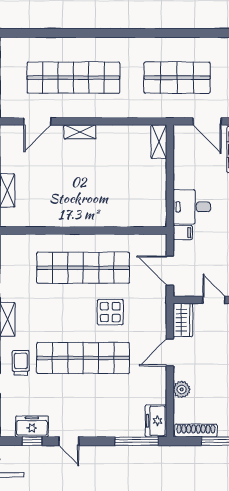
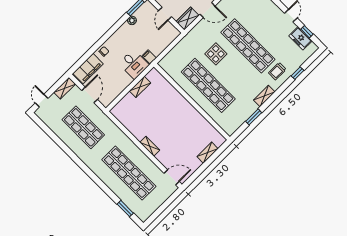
window: (37, 33) -> (125, 209), added
door: (37, 121) -> (172, 177), moved
shelving: (159, 142) -> (140, 87), moved
door: (170, 271) -> (171, 46), removed

